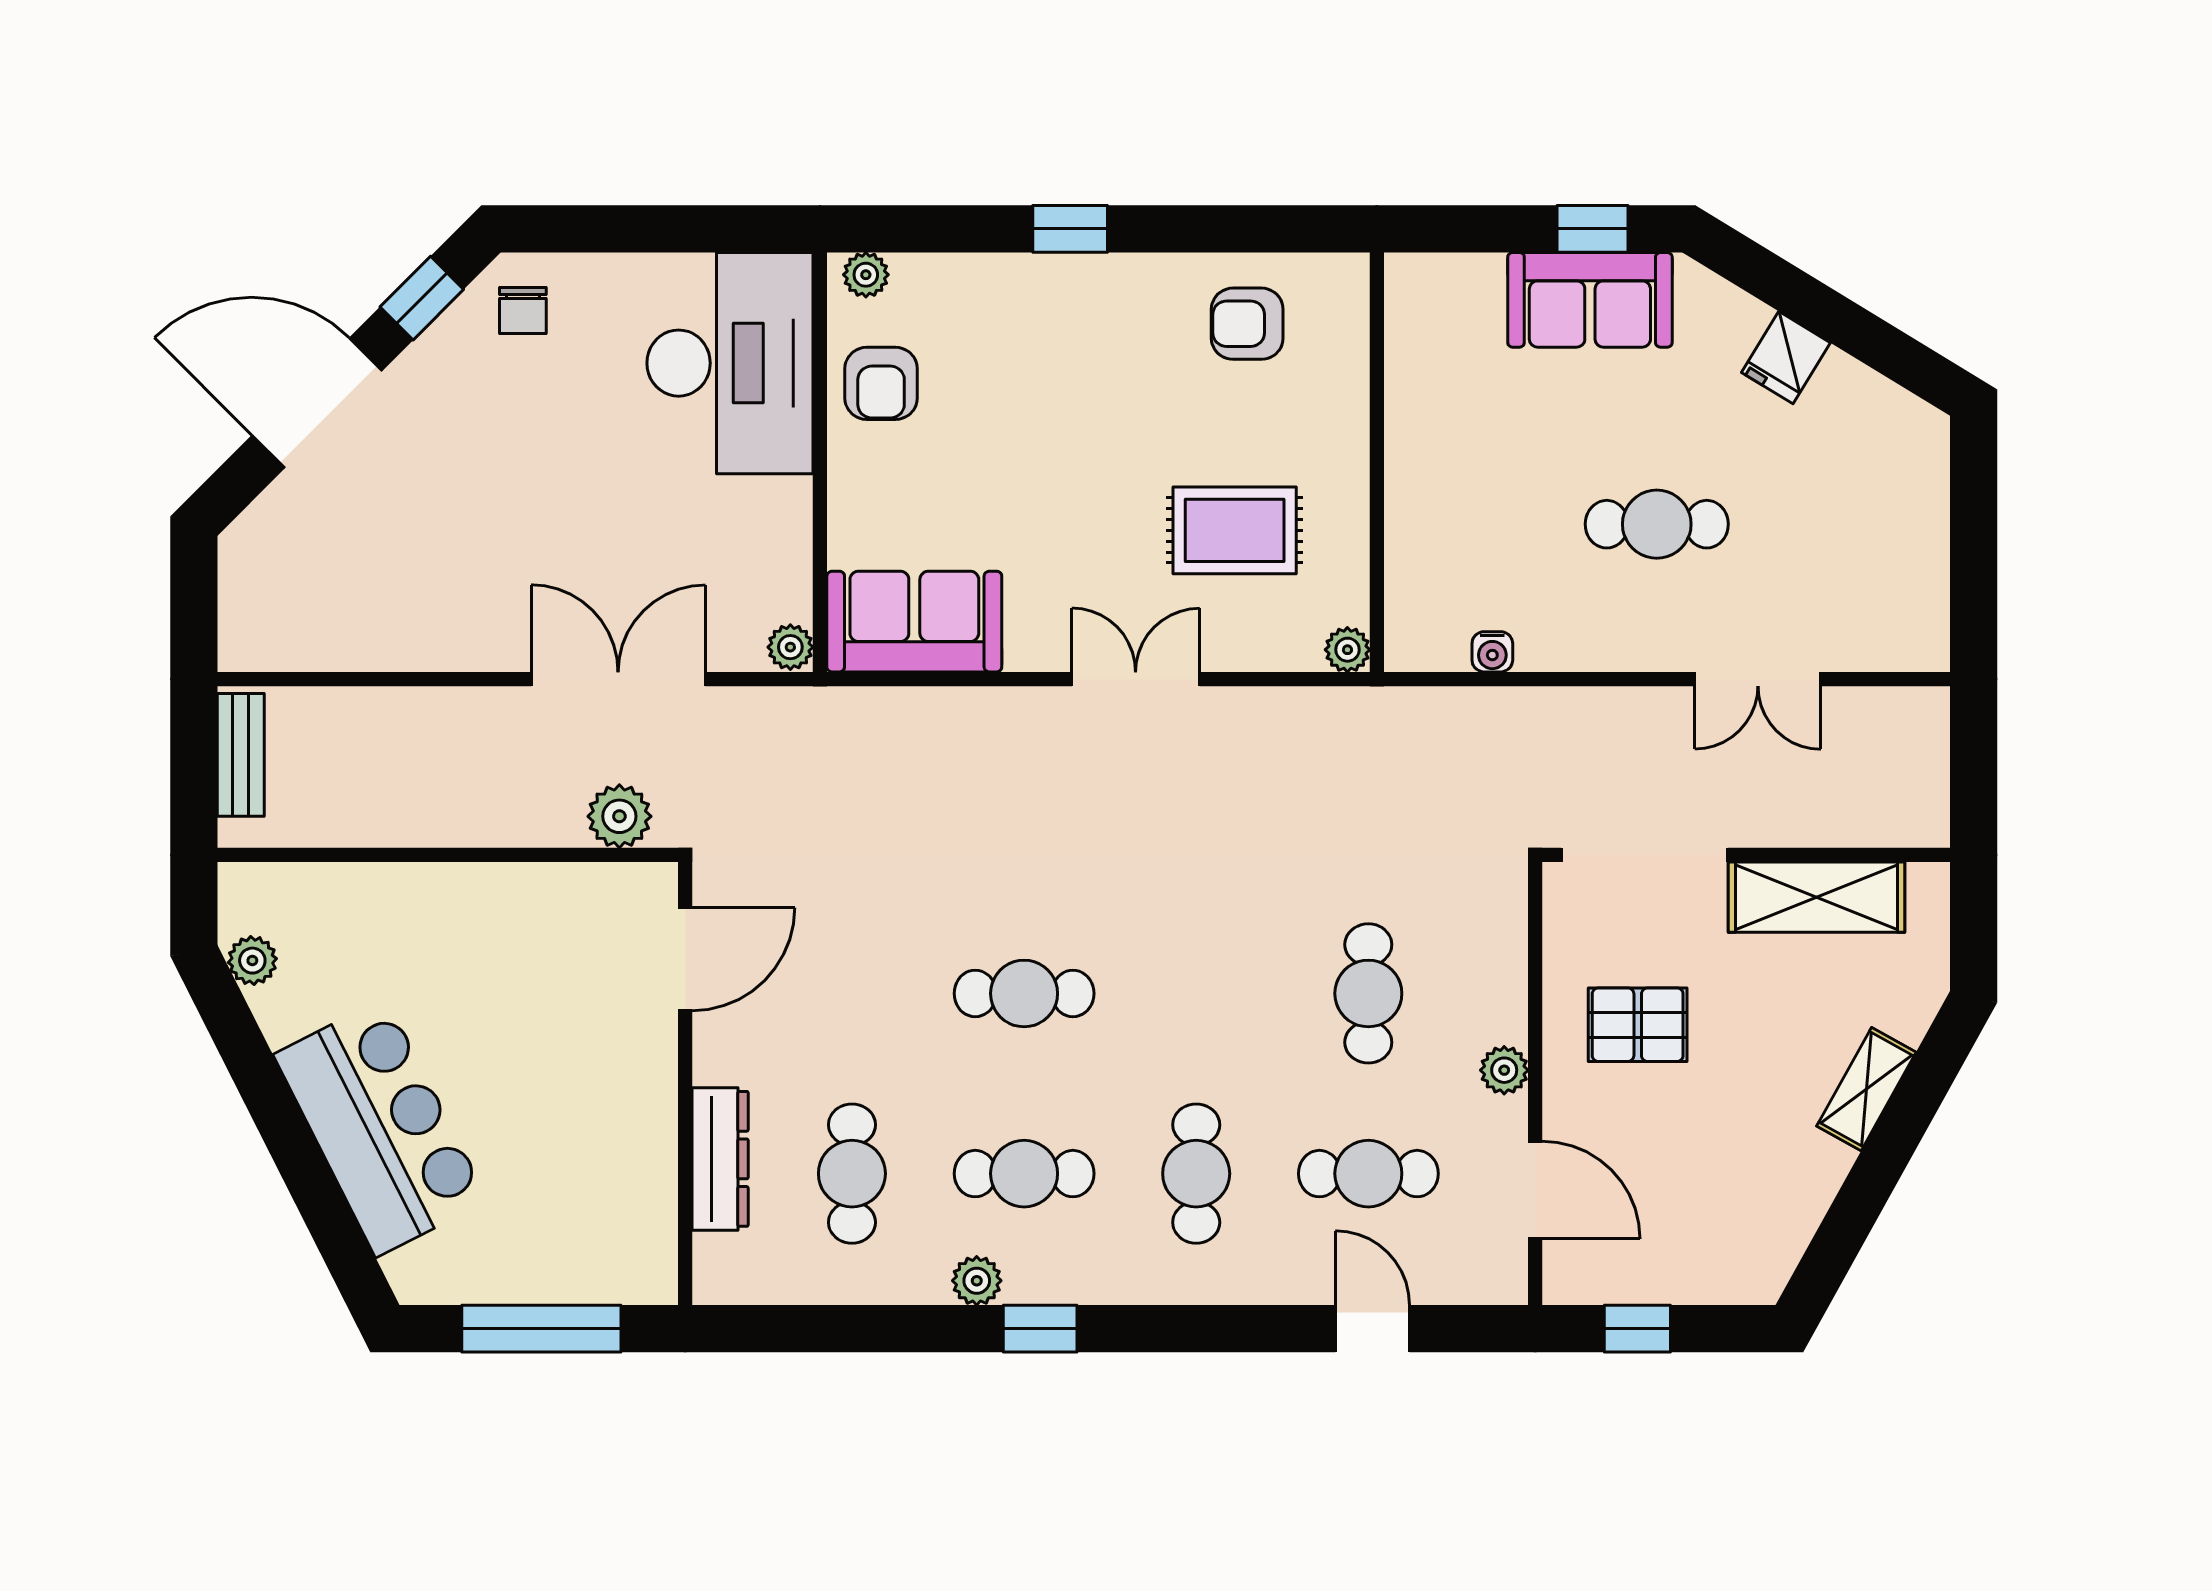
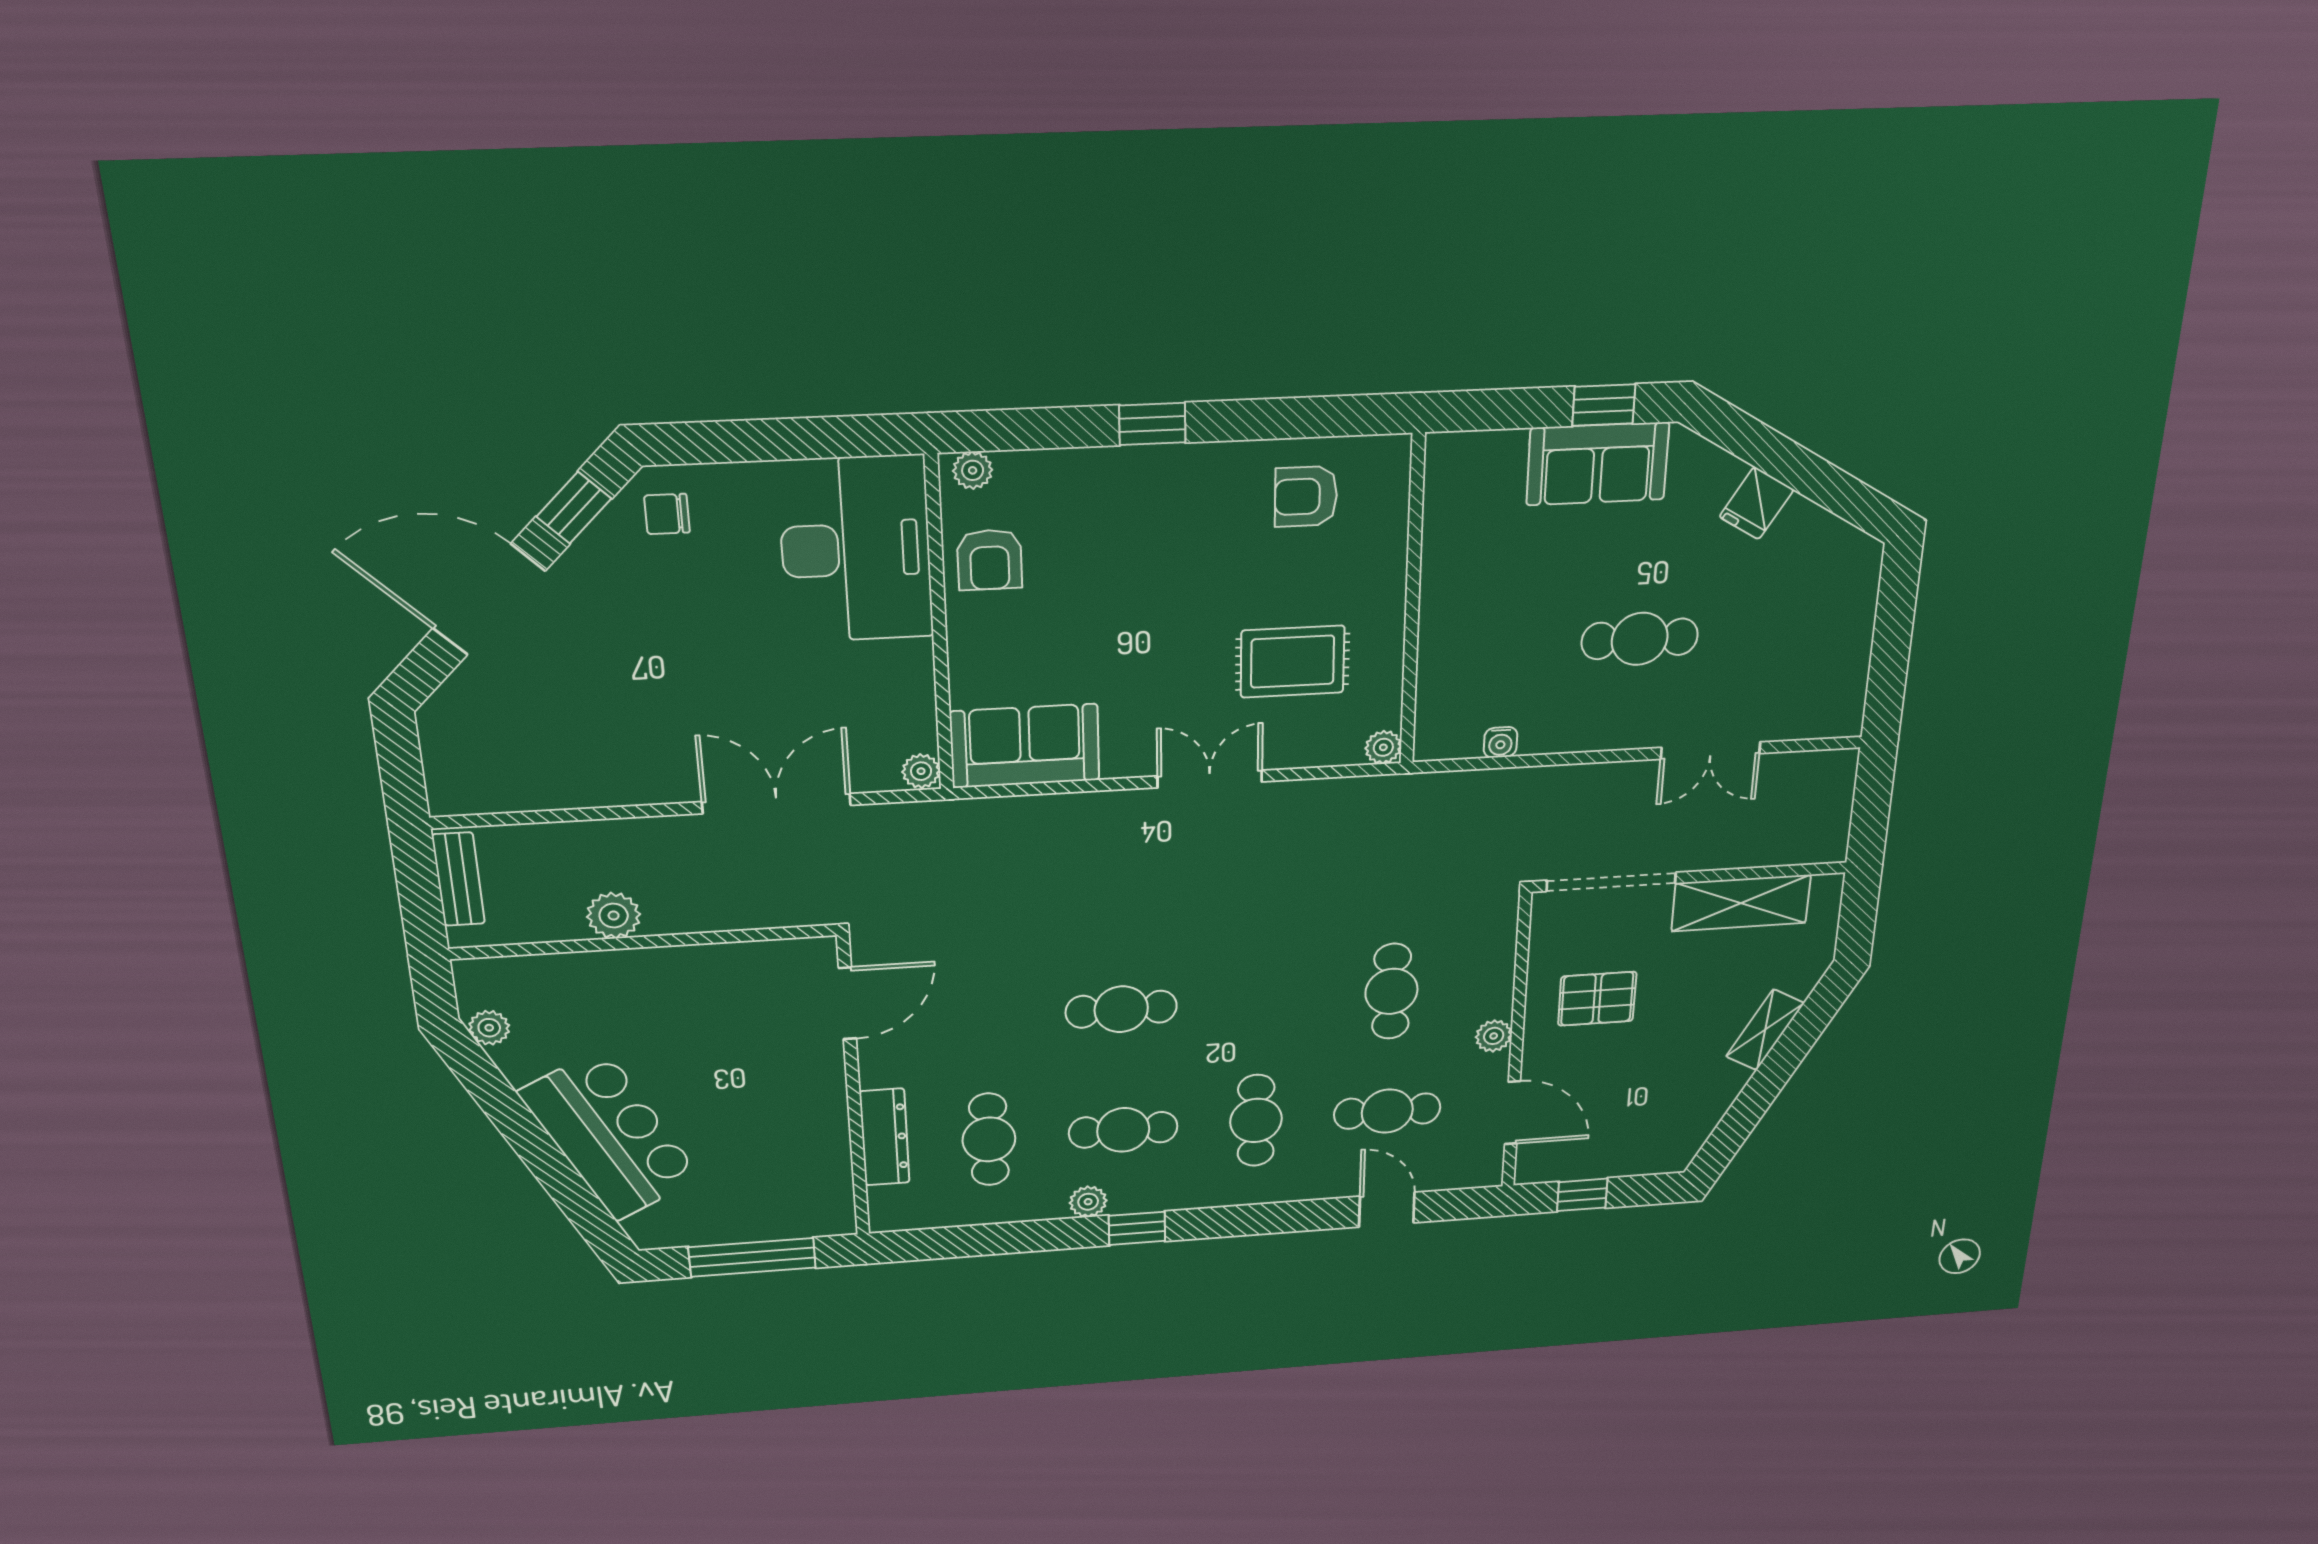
chair: (523, 311) -> (667, 514), turned 90
plant: (619, 816) -> (614, 916), moved

